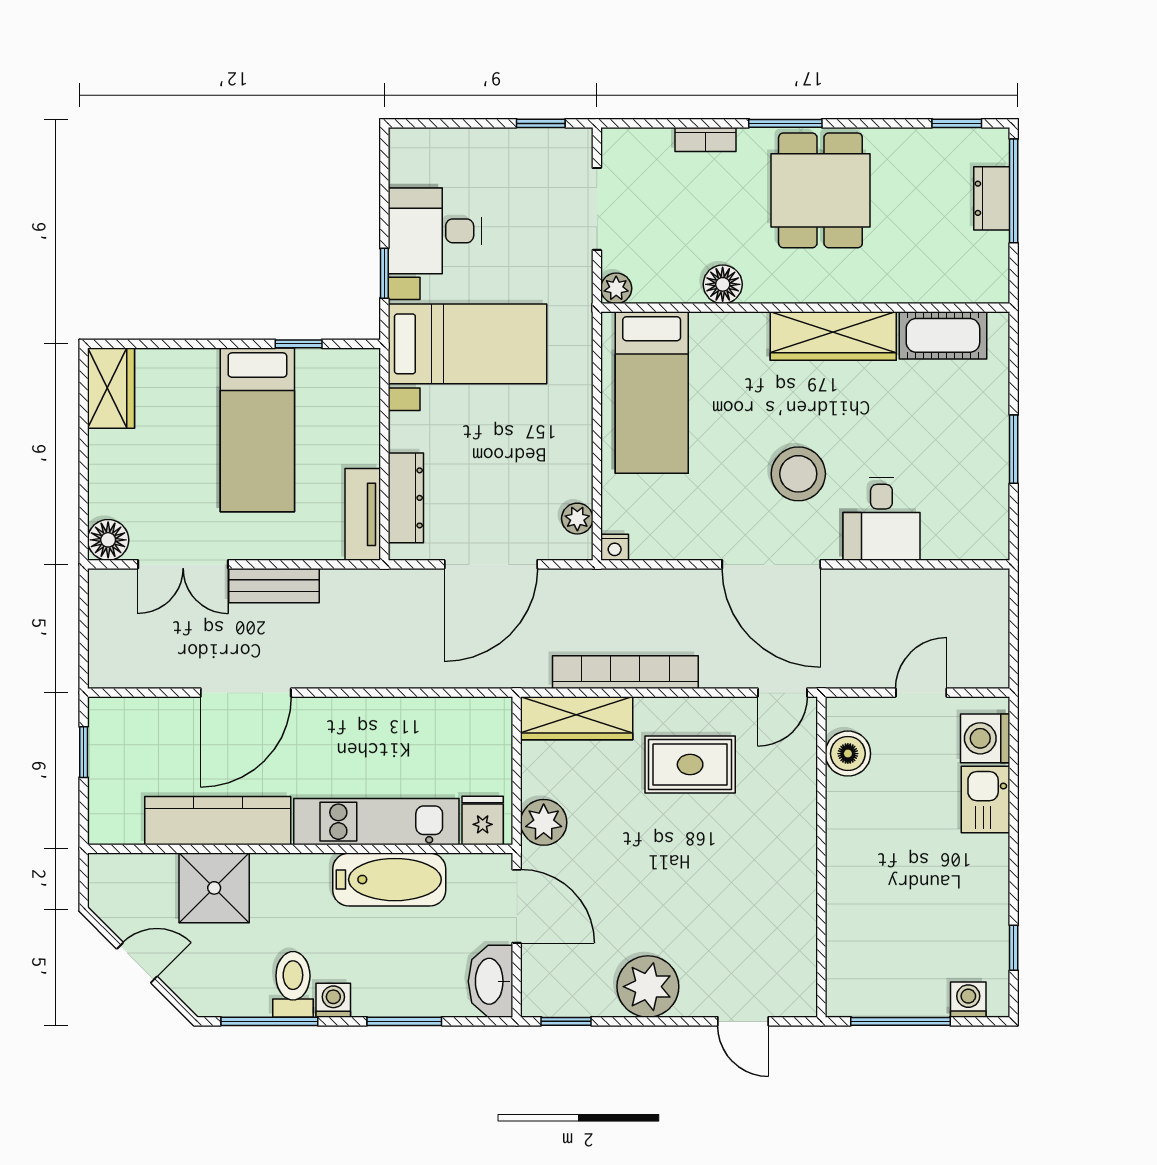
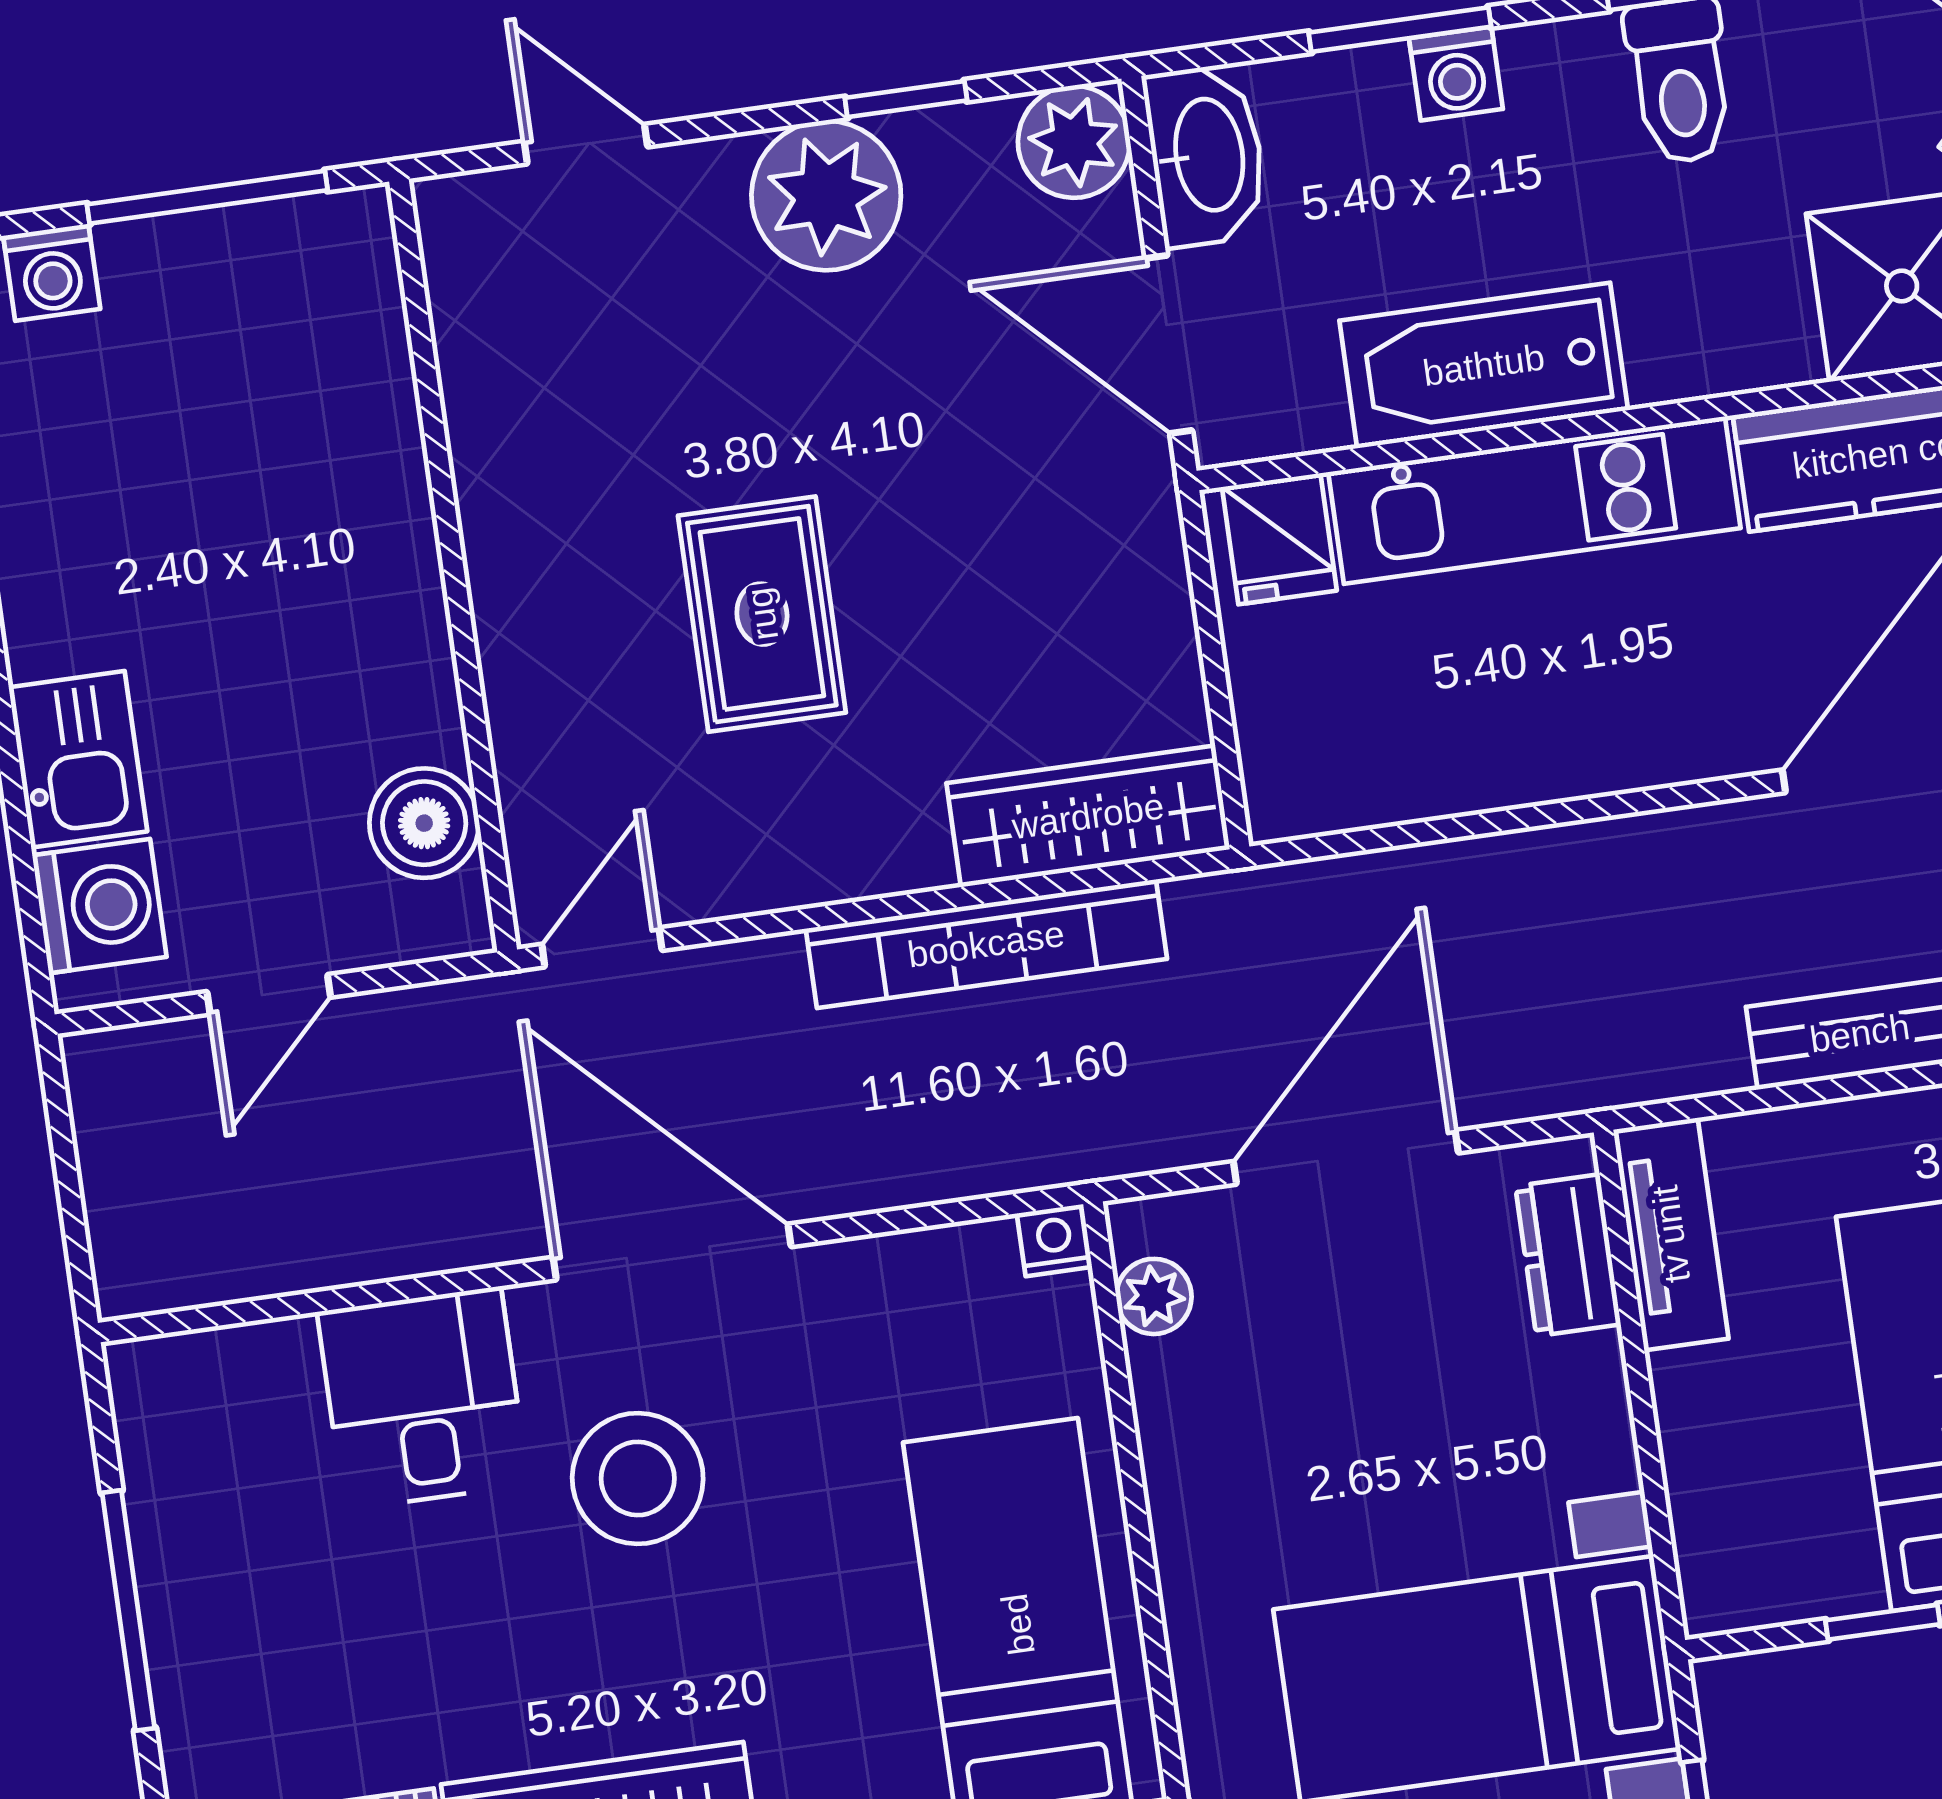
window: (1014, 449) -> (128, 1610), width x1.44
dresser: (406, 498) -> (1568, 1255), width x0.70
rug: (690, 765) -> (762, 614), moved, turned 90
plant: (544, 822) -> (1074, 142), moved
washing machine: (333, 1000) -> (1456, 74), moved
window: (566, 1021) -> (906, 99), moved

